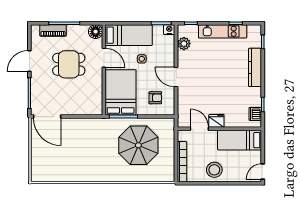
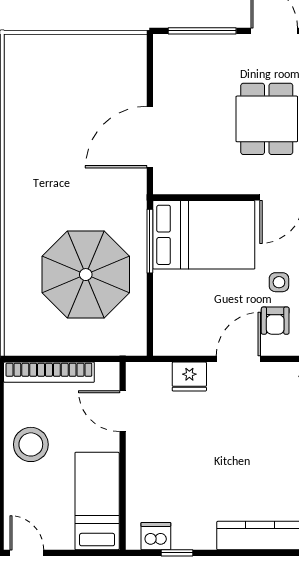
armchair: (155, 98) -> (275, 321), moved
door: (47, 117) -> (150, 137), moved
fridge: (216, 121) -> (189, 377), moved, turned 90
door: (199, 129) -> (123, 411), swing flipped

